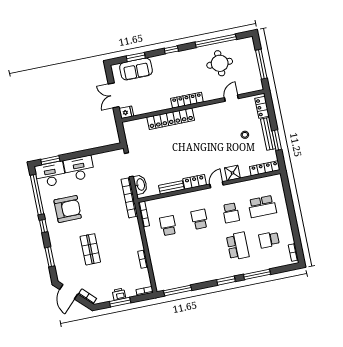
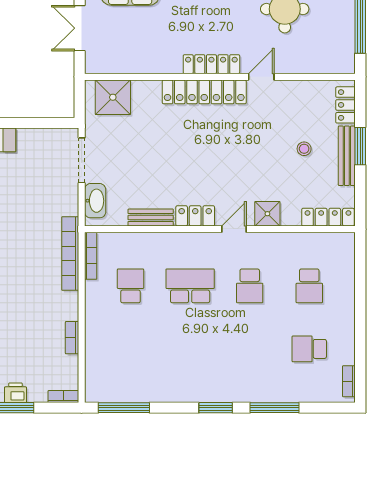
door: (231, 98) -> (261, 77), moved
fridge: (126, 112) -> (96, 64), removed
locker: (171, 119) -> (204, 92), moved
shower: (139, 128) -> (113, 97), added
window: (277, 140) -> (360, 146), moved
bookcase: (129, 198) -> (70, 253), moved
school desk: (262, 206) -> (309, 286), width x0.54
school desk: (199, 219) -> (190, 286), width x1.85
school desk: (238, 246) -> (250, 349), removed

